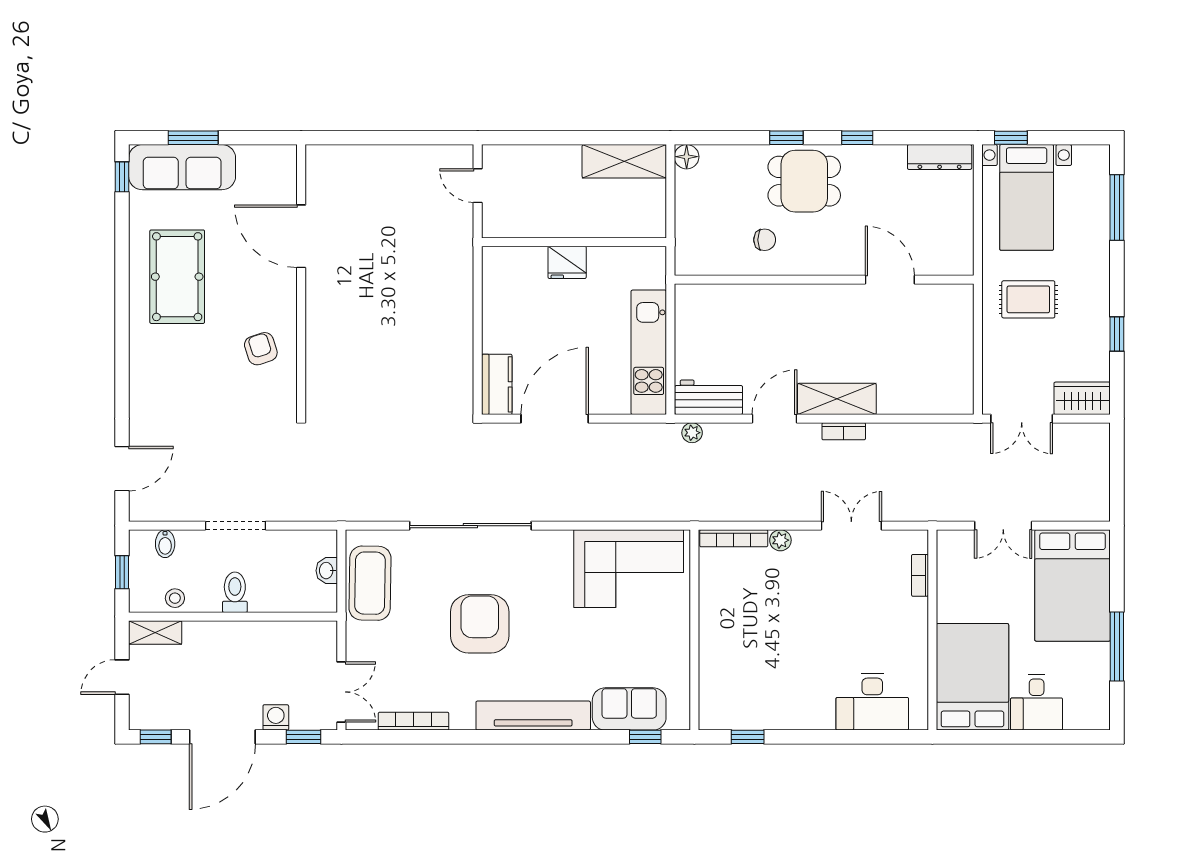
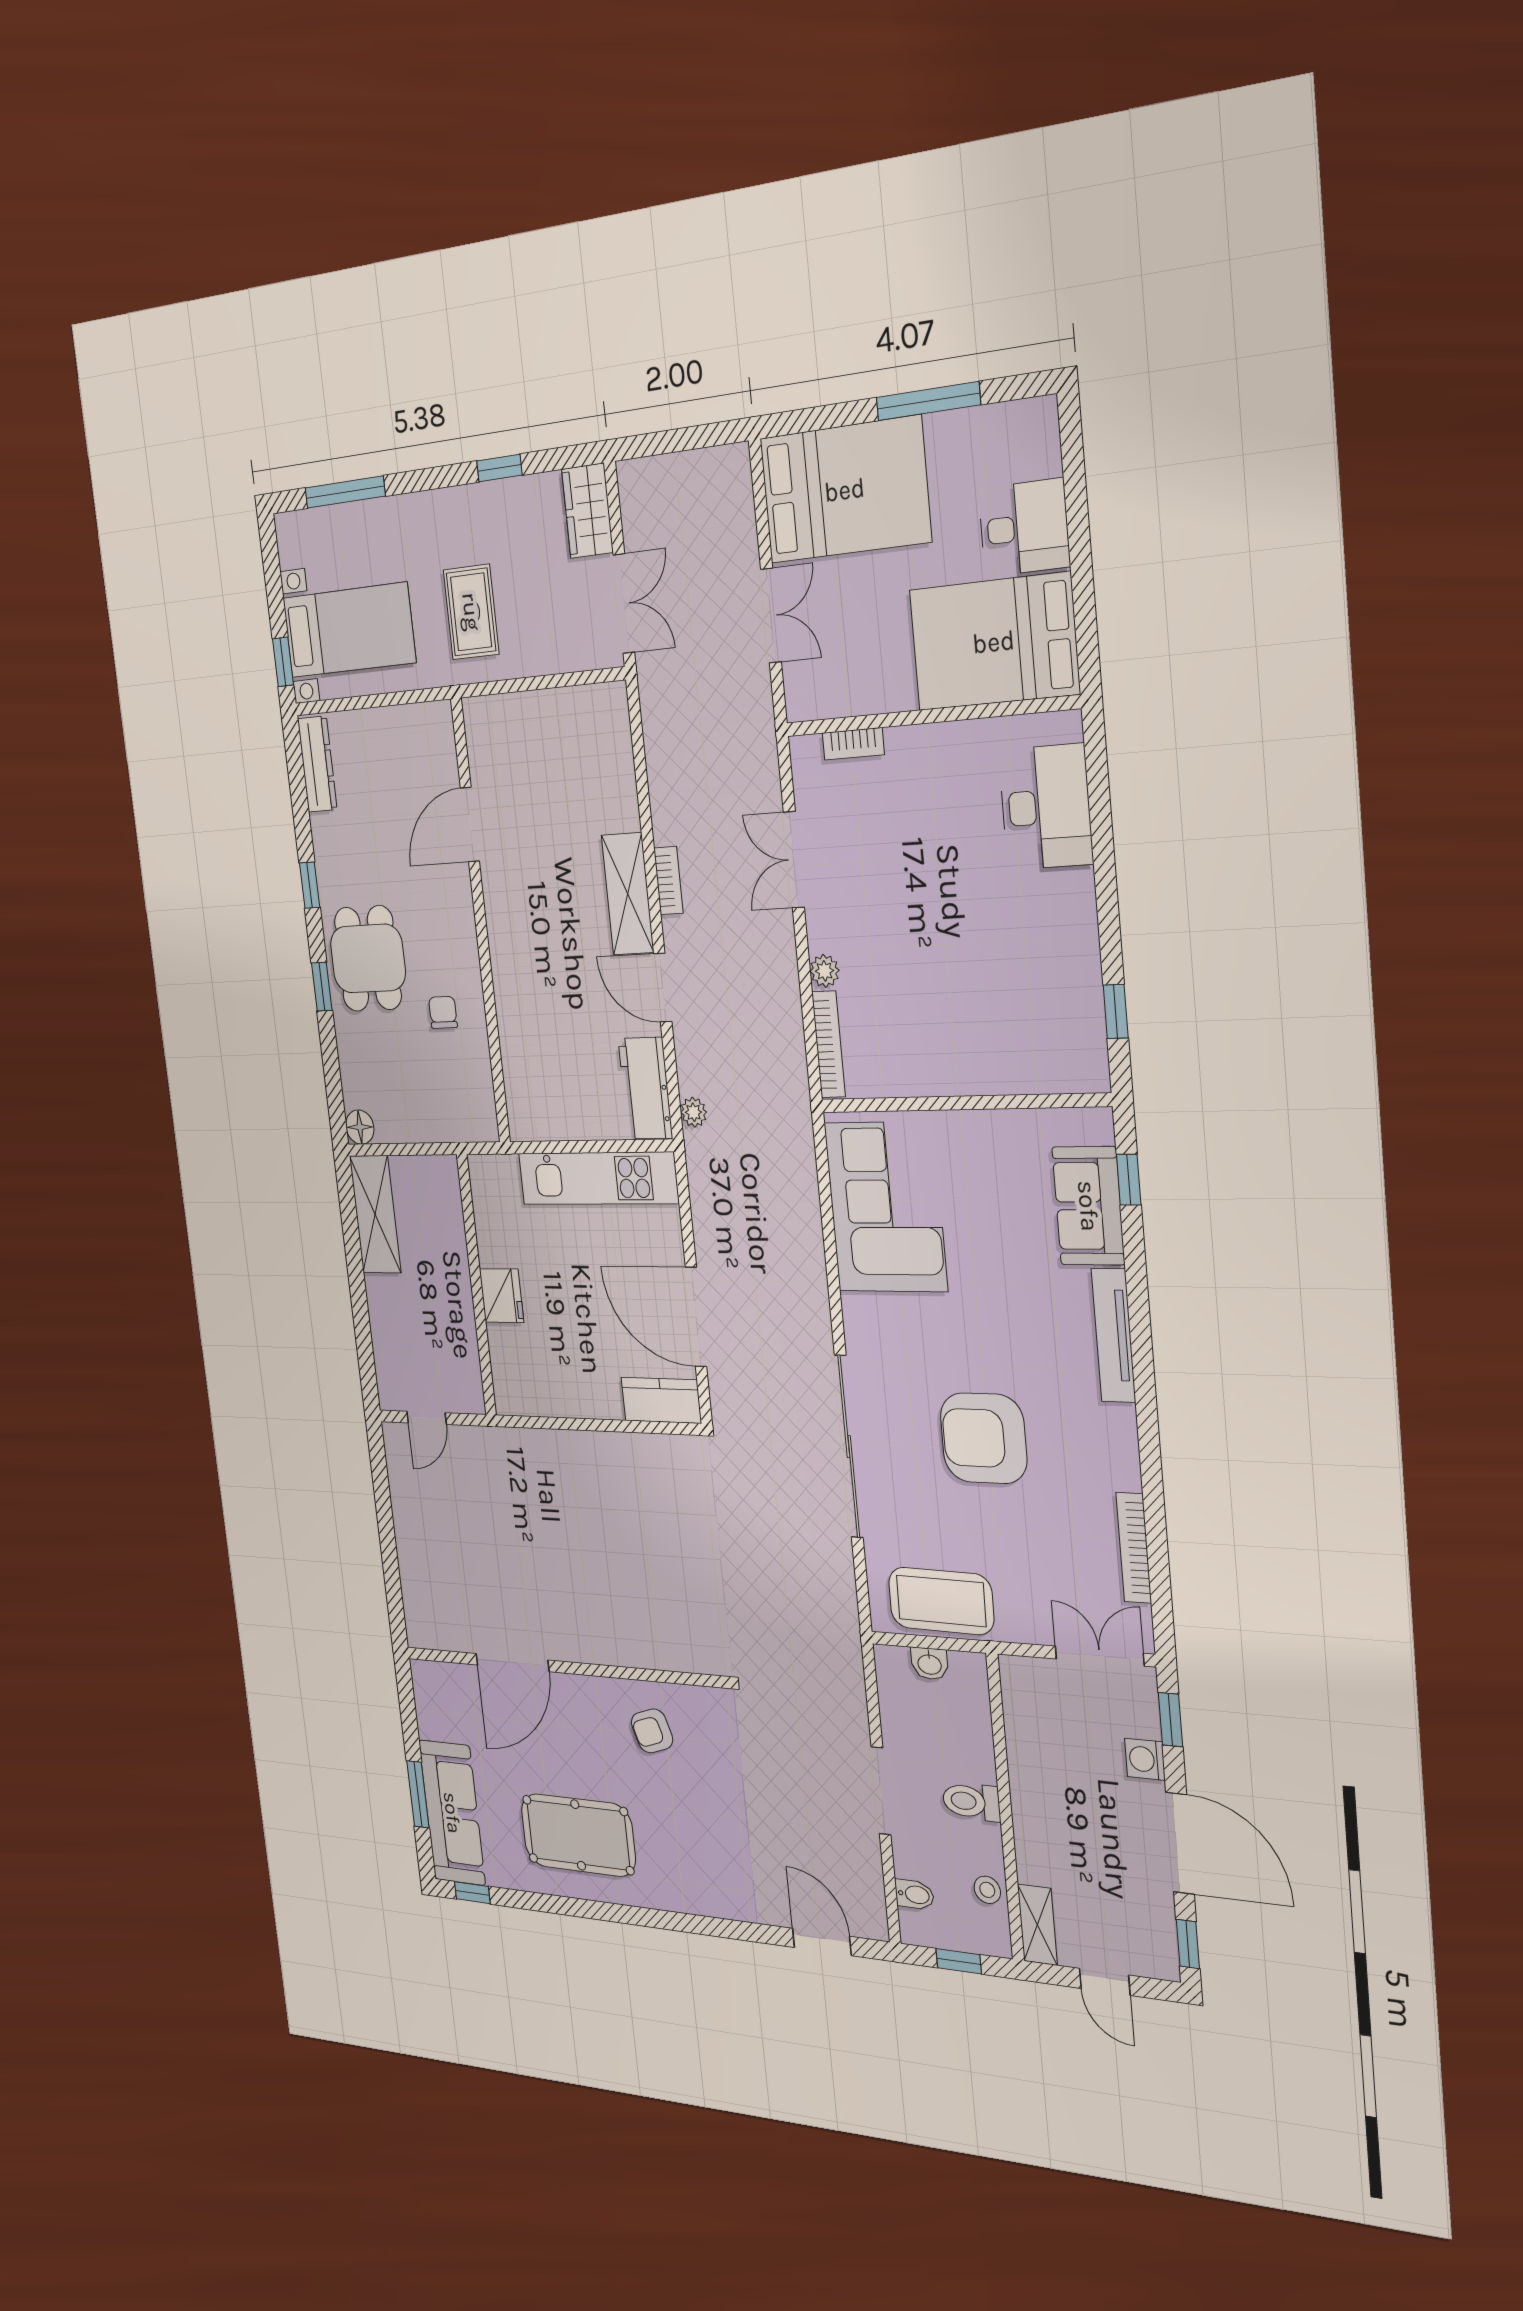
tv unit: (533, 716) -> (1113, 1335), width x0.73, depth x0.78

